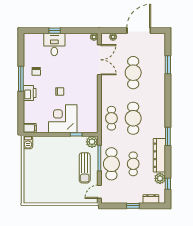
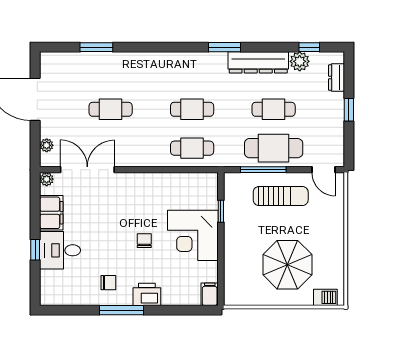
filing cabinet: (75, 40) -> (51, 213), added
cafe table: (133, 73) -> (111, 109), width x0.73, depth x0.74
cafe table: (133, 118) -> (192, 109), width x0.73, depth x0.74
barbecue: (28, 142) -> (325, 297), moved
plant: (92, 142) -> (234, 183), removed
parasol: (46, 172) -> (287, 265), added

